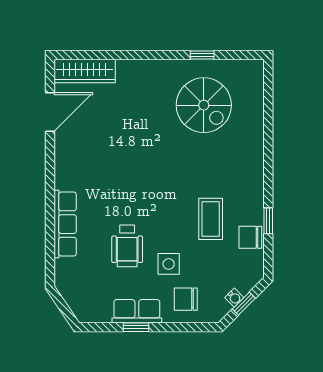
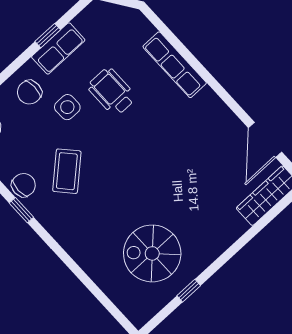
coffee table: (211, 219) -> (67, 171), turned 48
chair: (186, 299) -> (29, 92), turned 180

